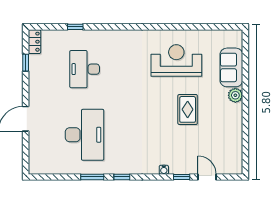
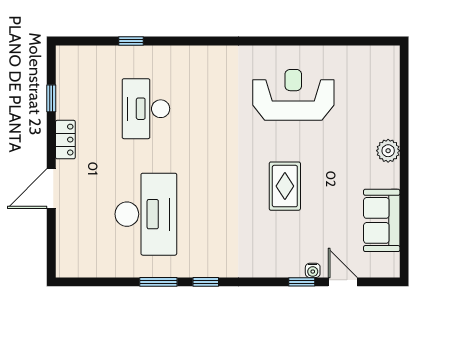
locker: (34, 42) -> (65, 140), moved
sofa: (231, 67) -> (382, 220), moved
rug: (188, 109) -> (285, 186), moved
water cooler: (164, 170) -> (313, 270), moved

